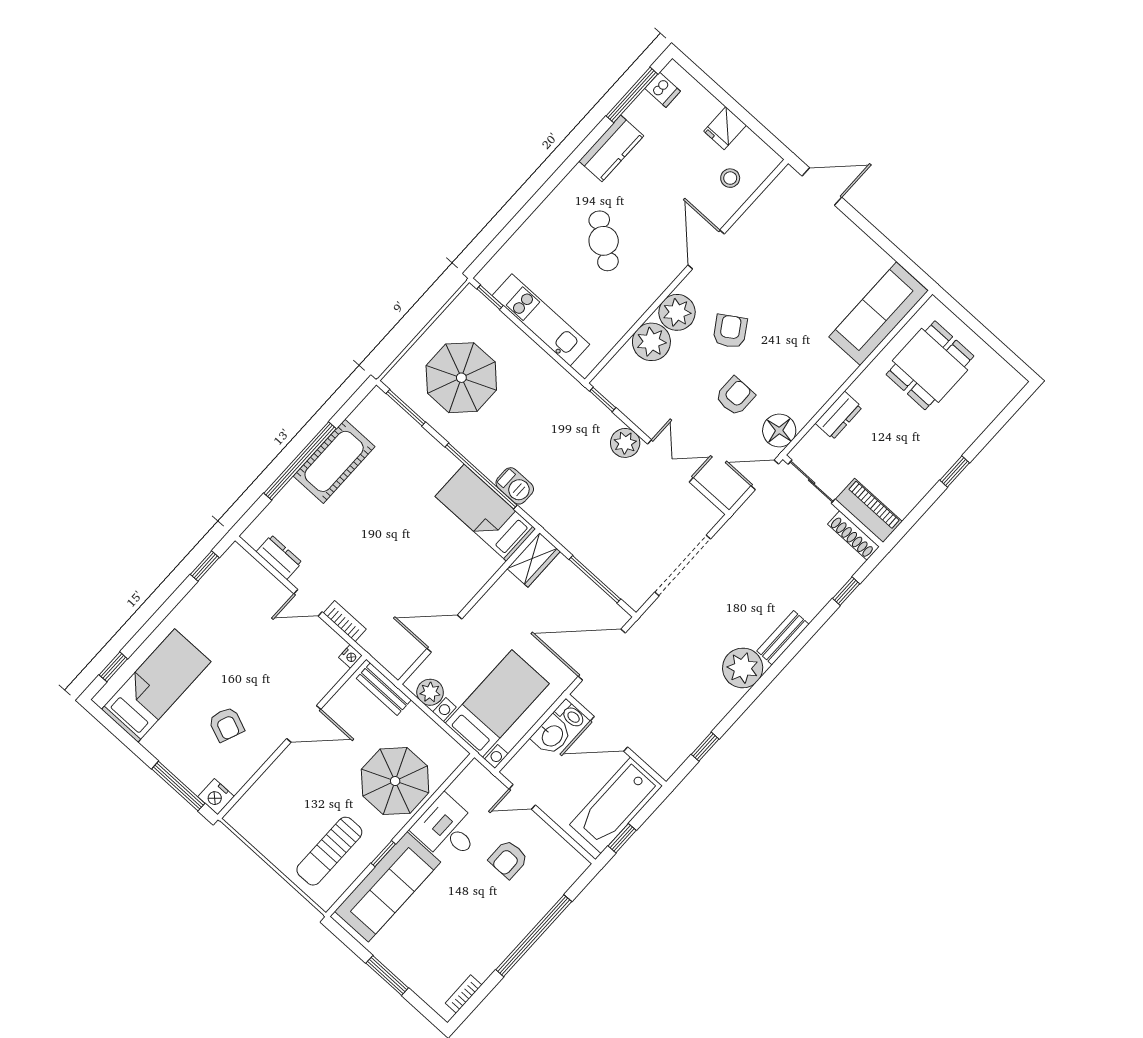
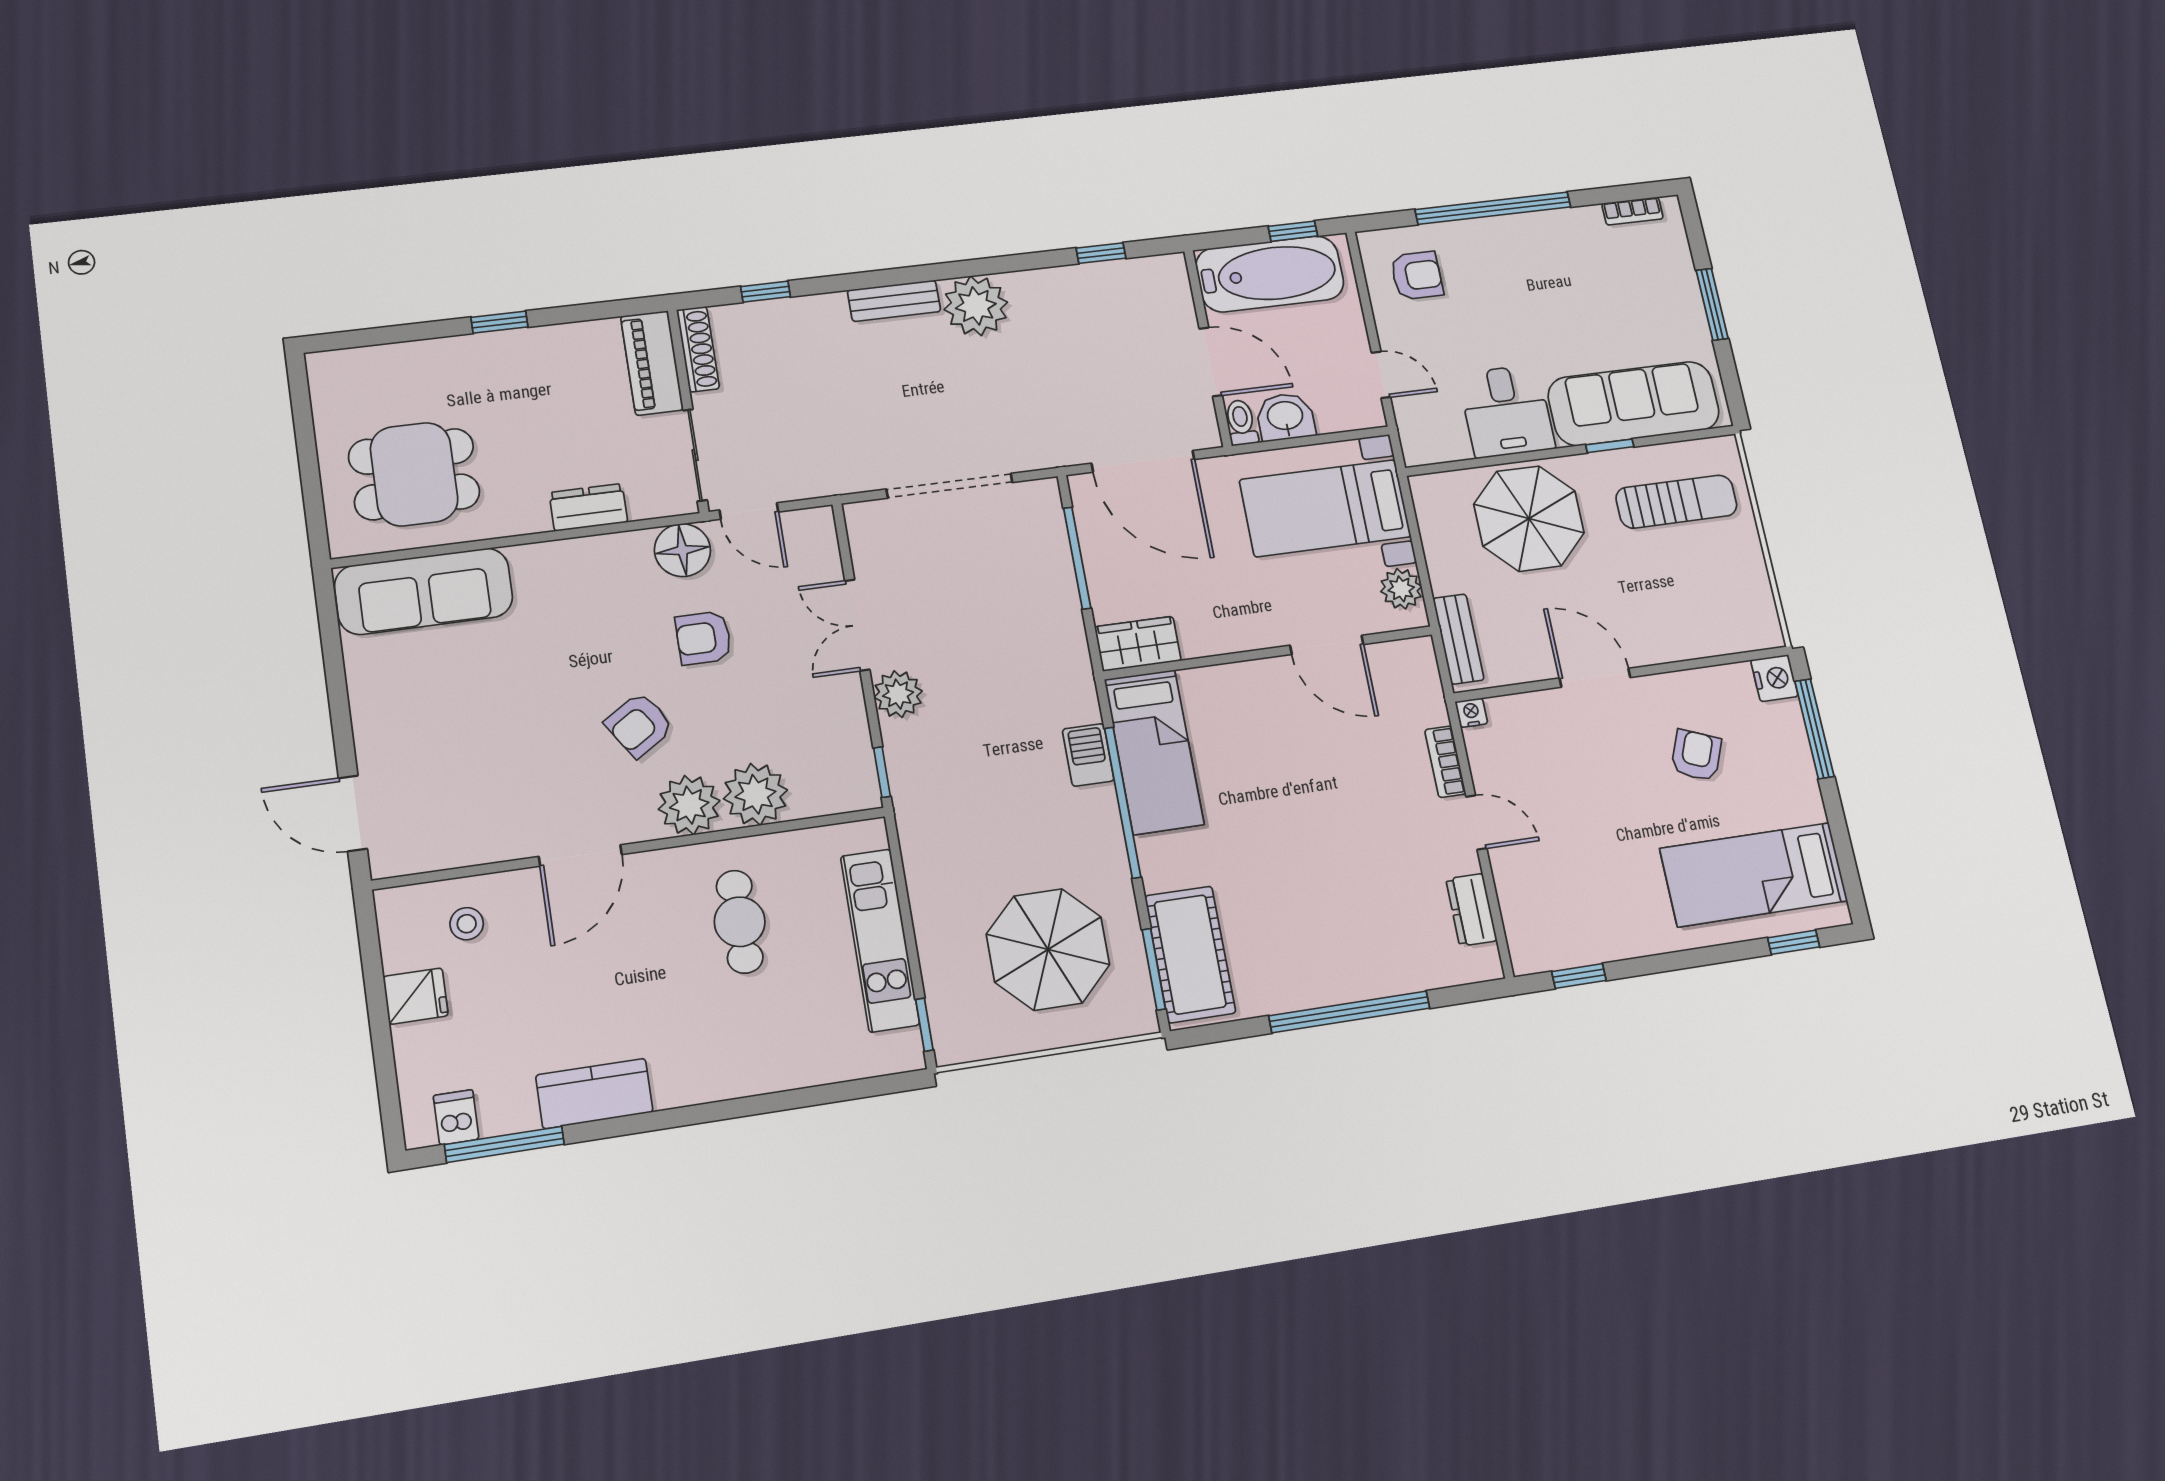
cafe table: (604, 241) -> (740, 922), moved, turned -36
cot: (334, 461) -> (1190, 954), moved, turned 90
armchair: (508, 859) -> (1417, 276), moved

